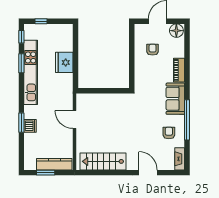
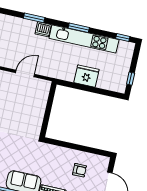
window: (41, 21) -> (131, 79), moved
window: (21, 63) -> (79, 28), moved
dishwasher: (30, 126) -> (43, 29), moved

